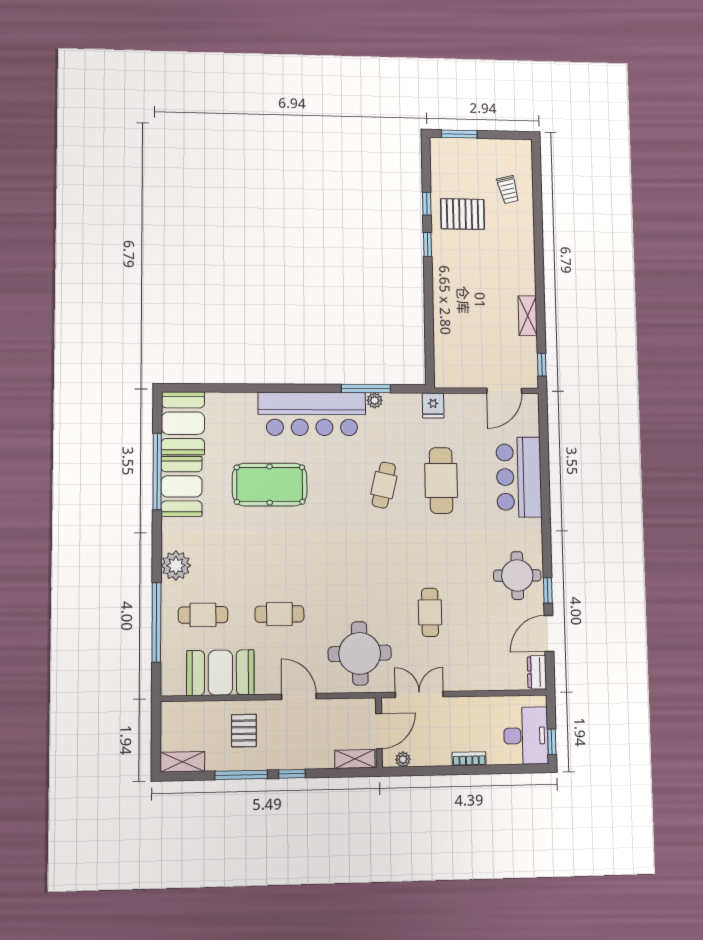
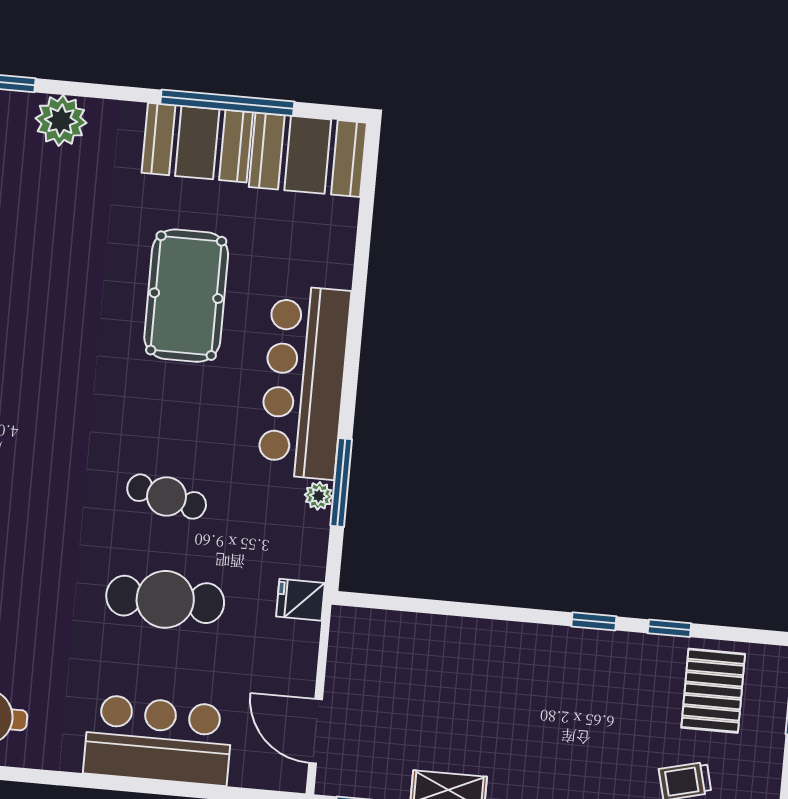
pallet: (463, 214) -> (713, 691), moved

